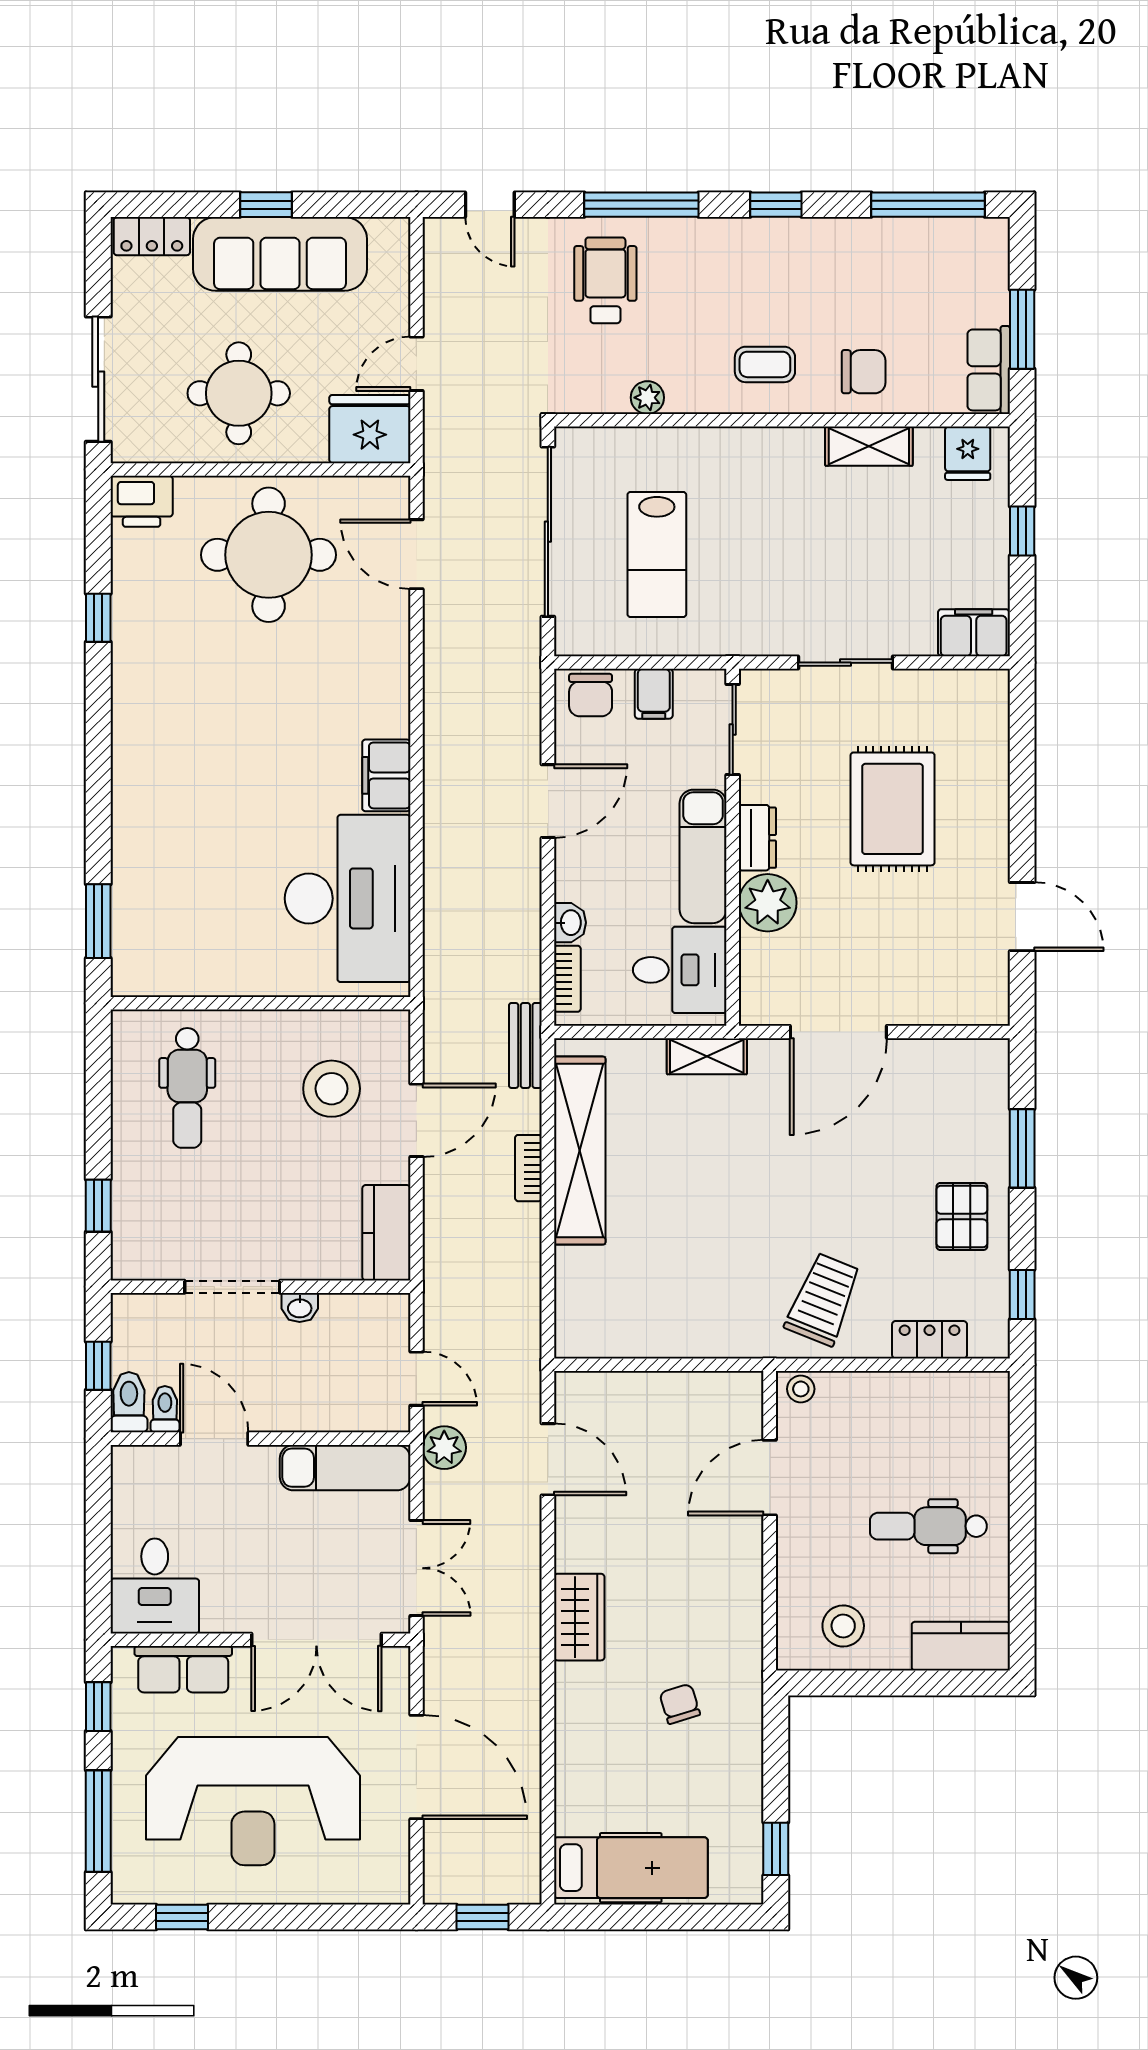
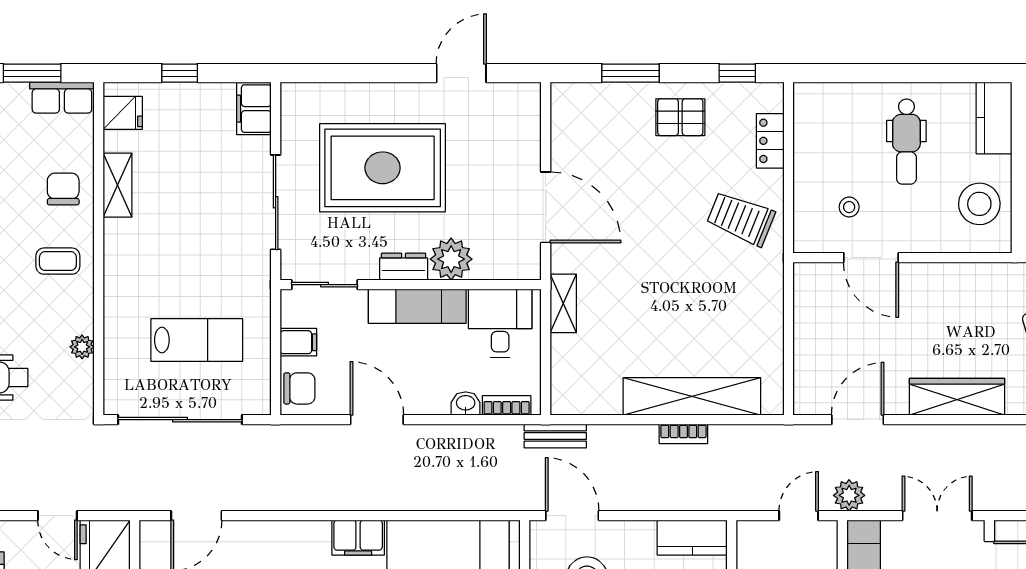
coffee table: (765, 364) -> (58, 261), turned 90
sliding door: (845, 663) -> (276, 202), width x1.37
rug: (893, 809) -> (383, 168), width x1.37, depth x1.44
door: (416, 1120) -> (572, 516), moved
shelving: (580, 1151) -> (692, 396), moved
bookcase: (528, 1168) -> (683, 434), moved
stool: (801, 1389) -> (849, 207), moved
wardrobe: (579, 1617) -> (957, 397), width x1.50
stool: (843, 1626) -> (979, 204), width x1.38, depth x1.38

